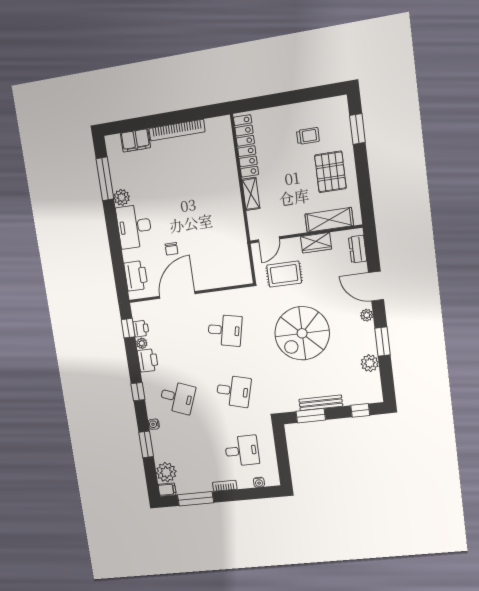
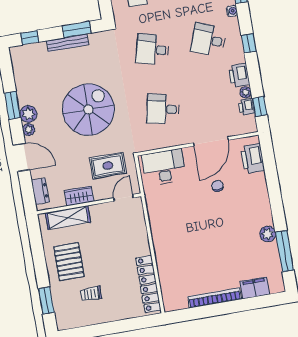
shelving: (251, 194) -> (142, 240), removed
desk: (134, 226) -> (164, 167), moved, turned -90
plant: (370, 363) -> (28, 114), moved

